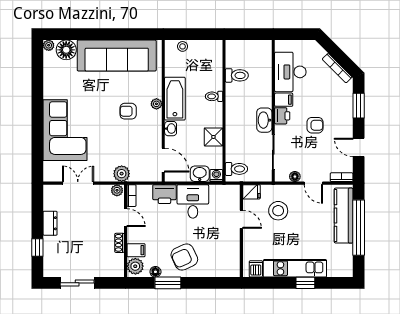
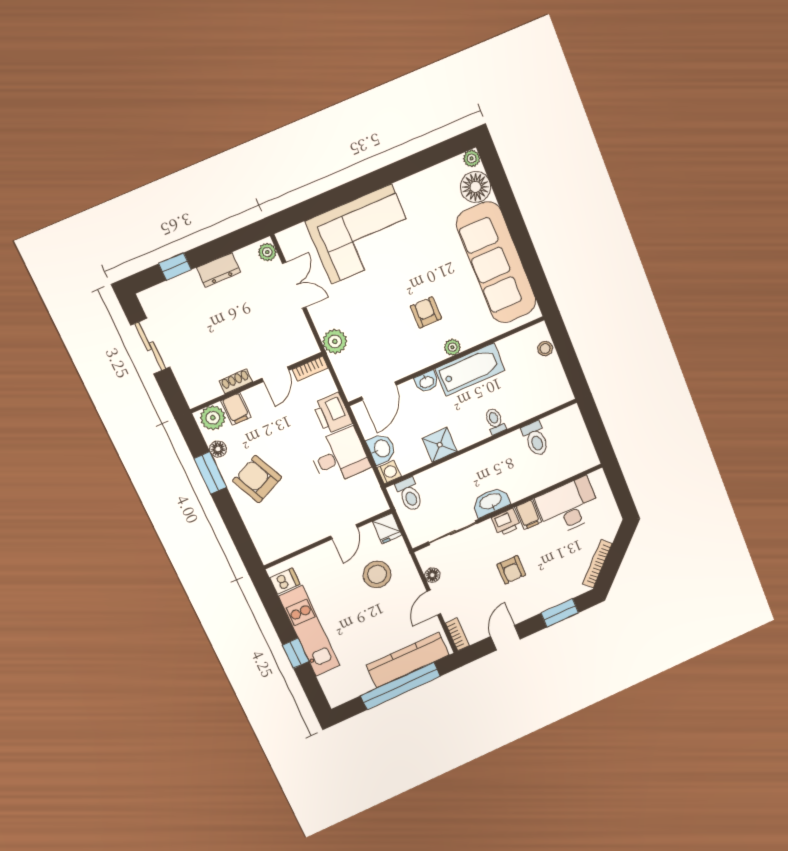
plant: (117, 190) -> (267, 252), moved

